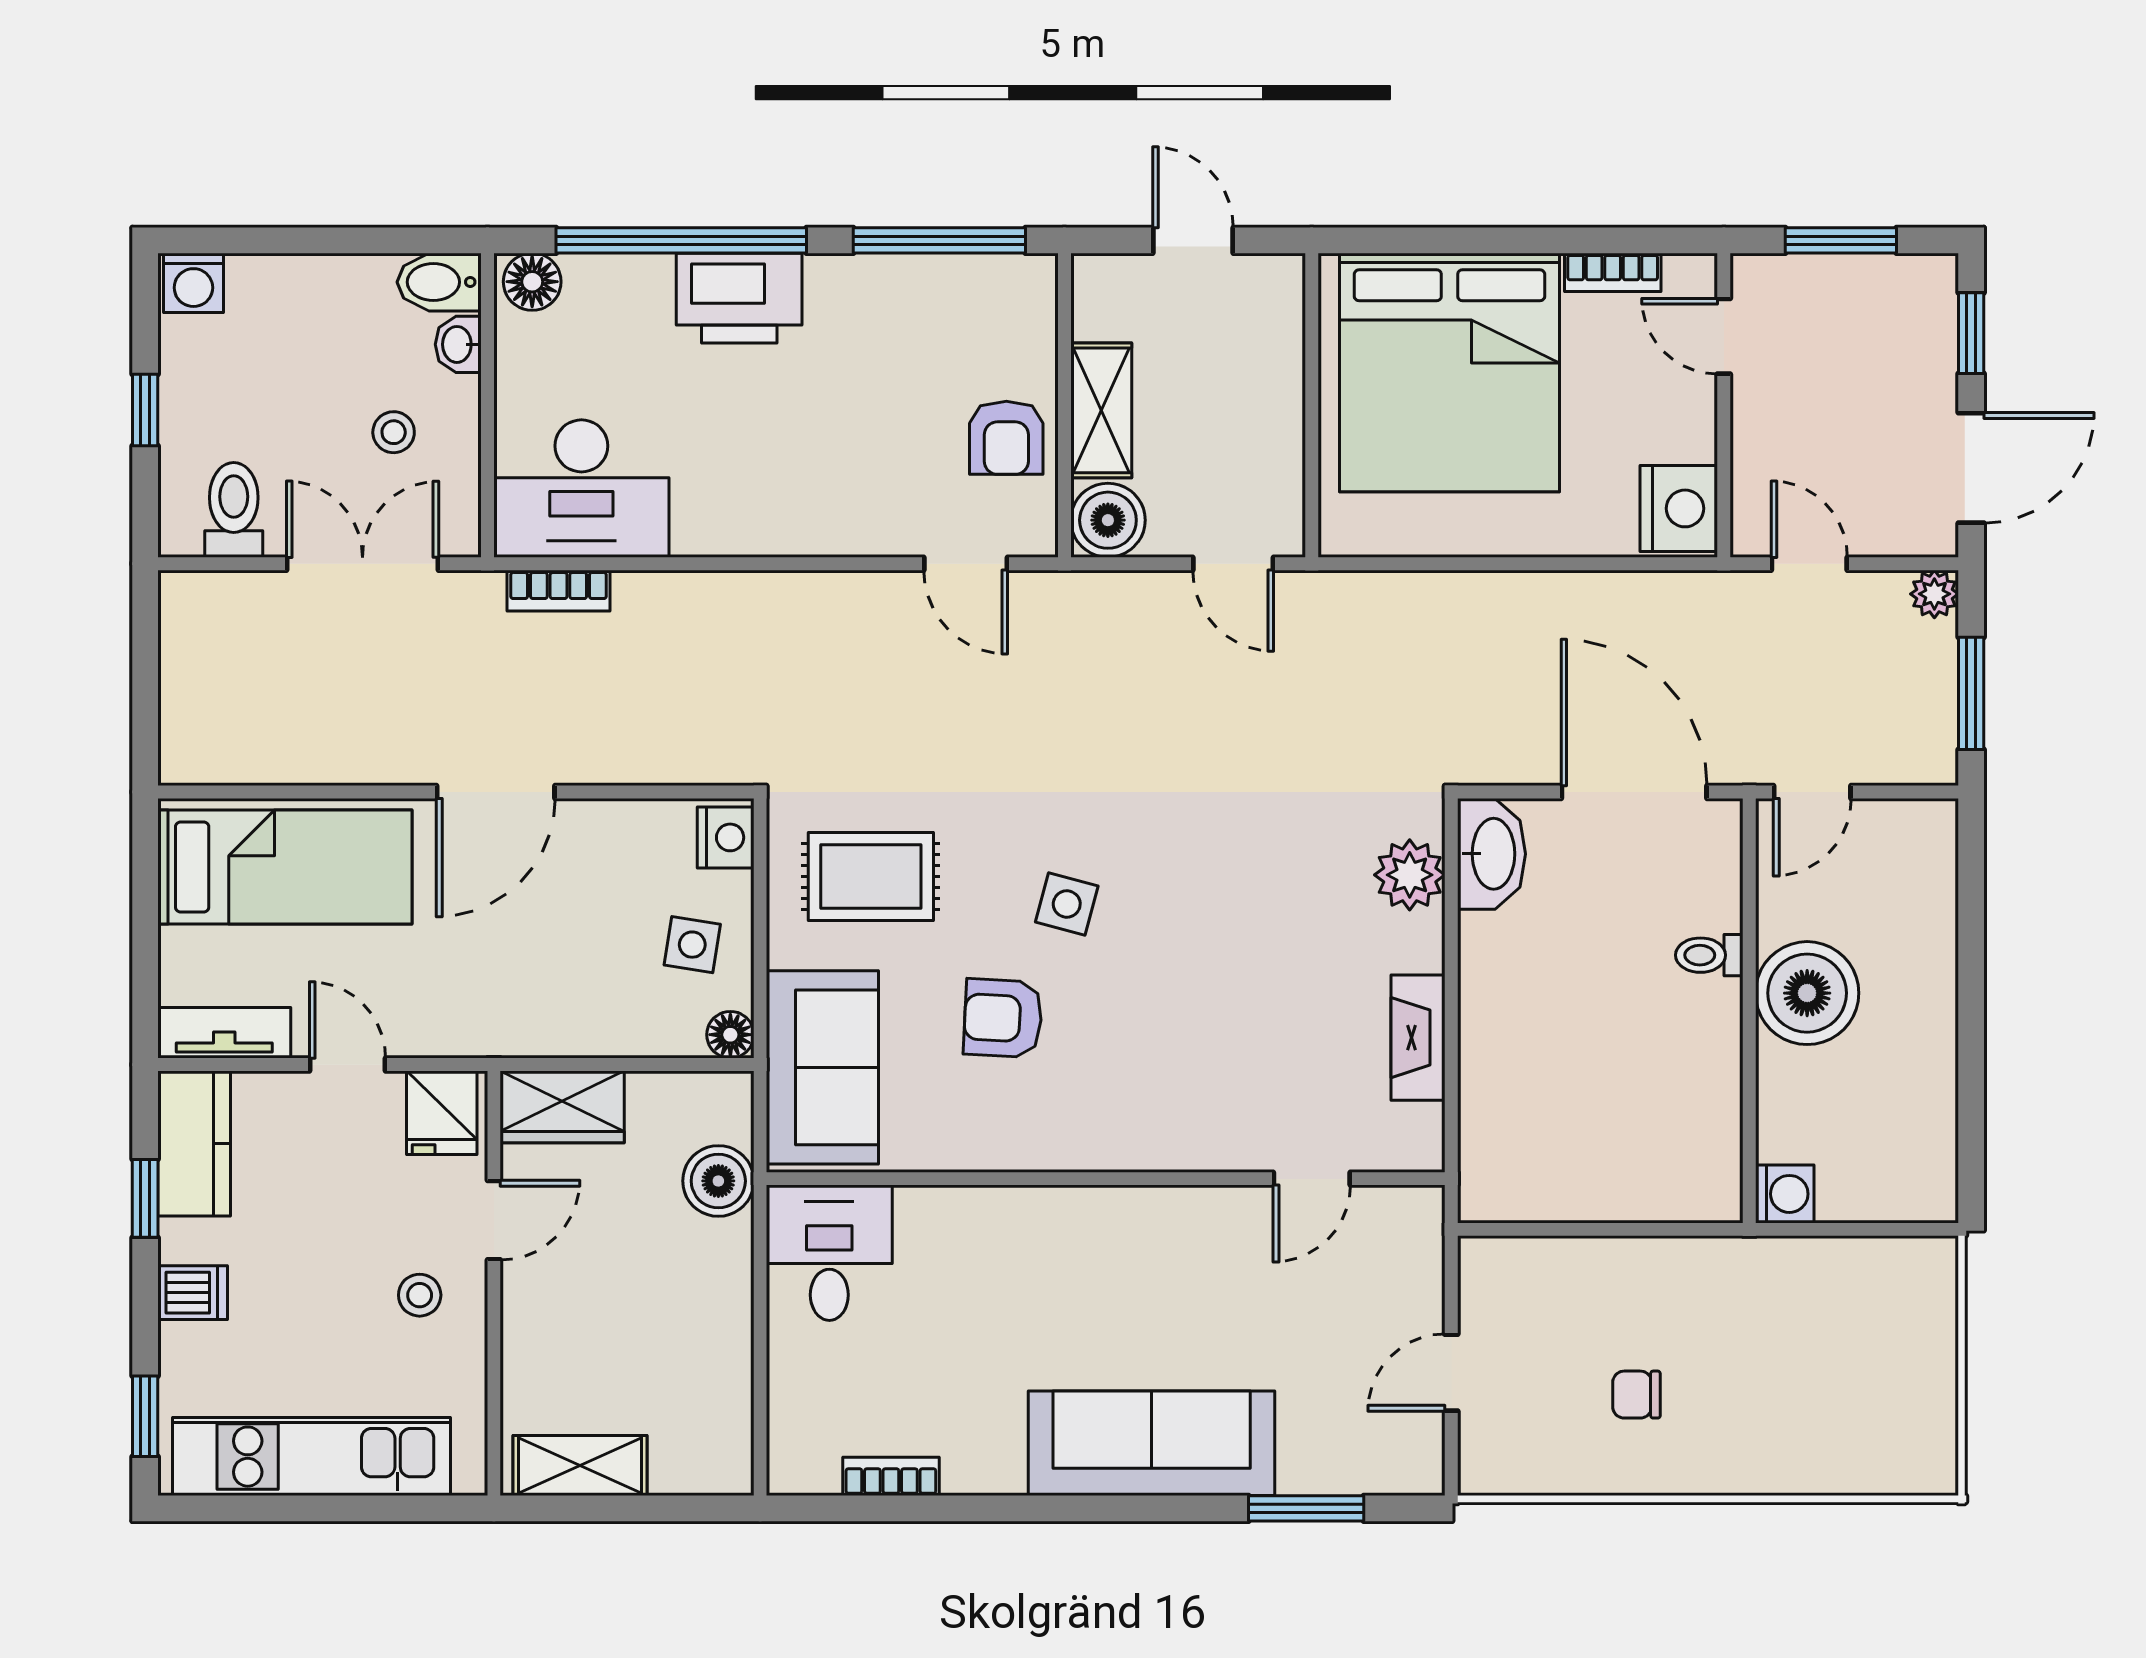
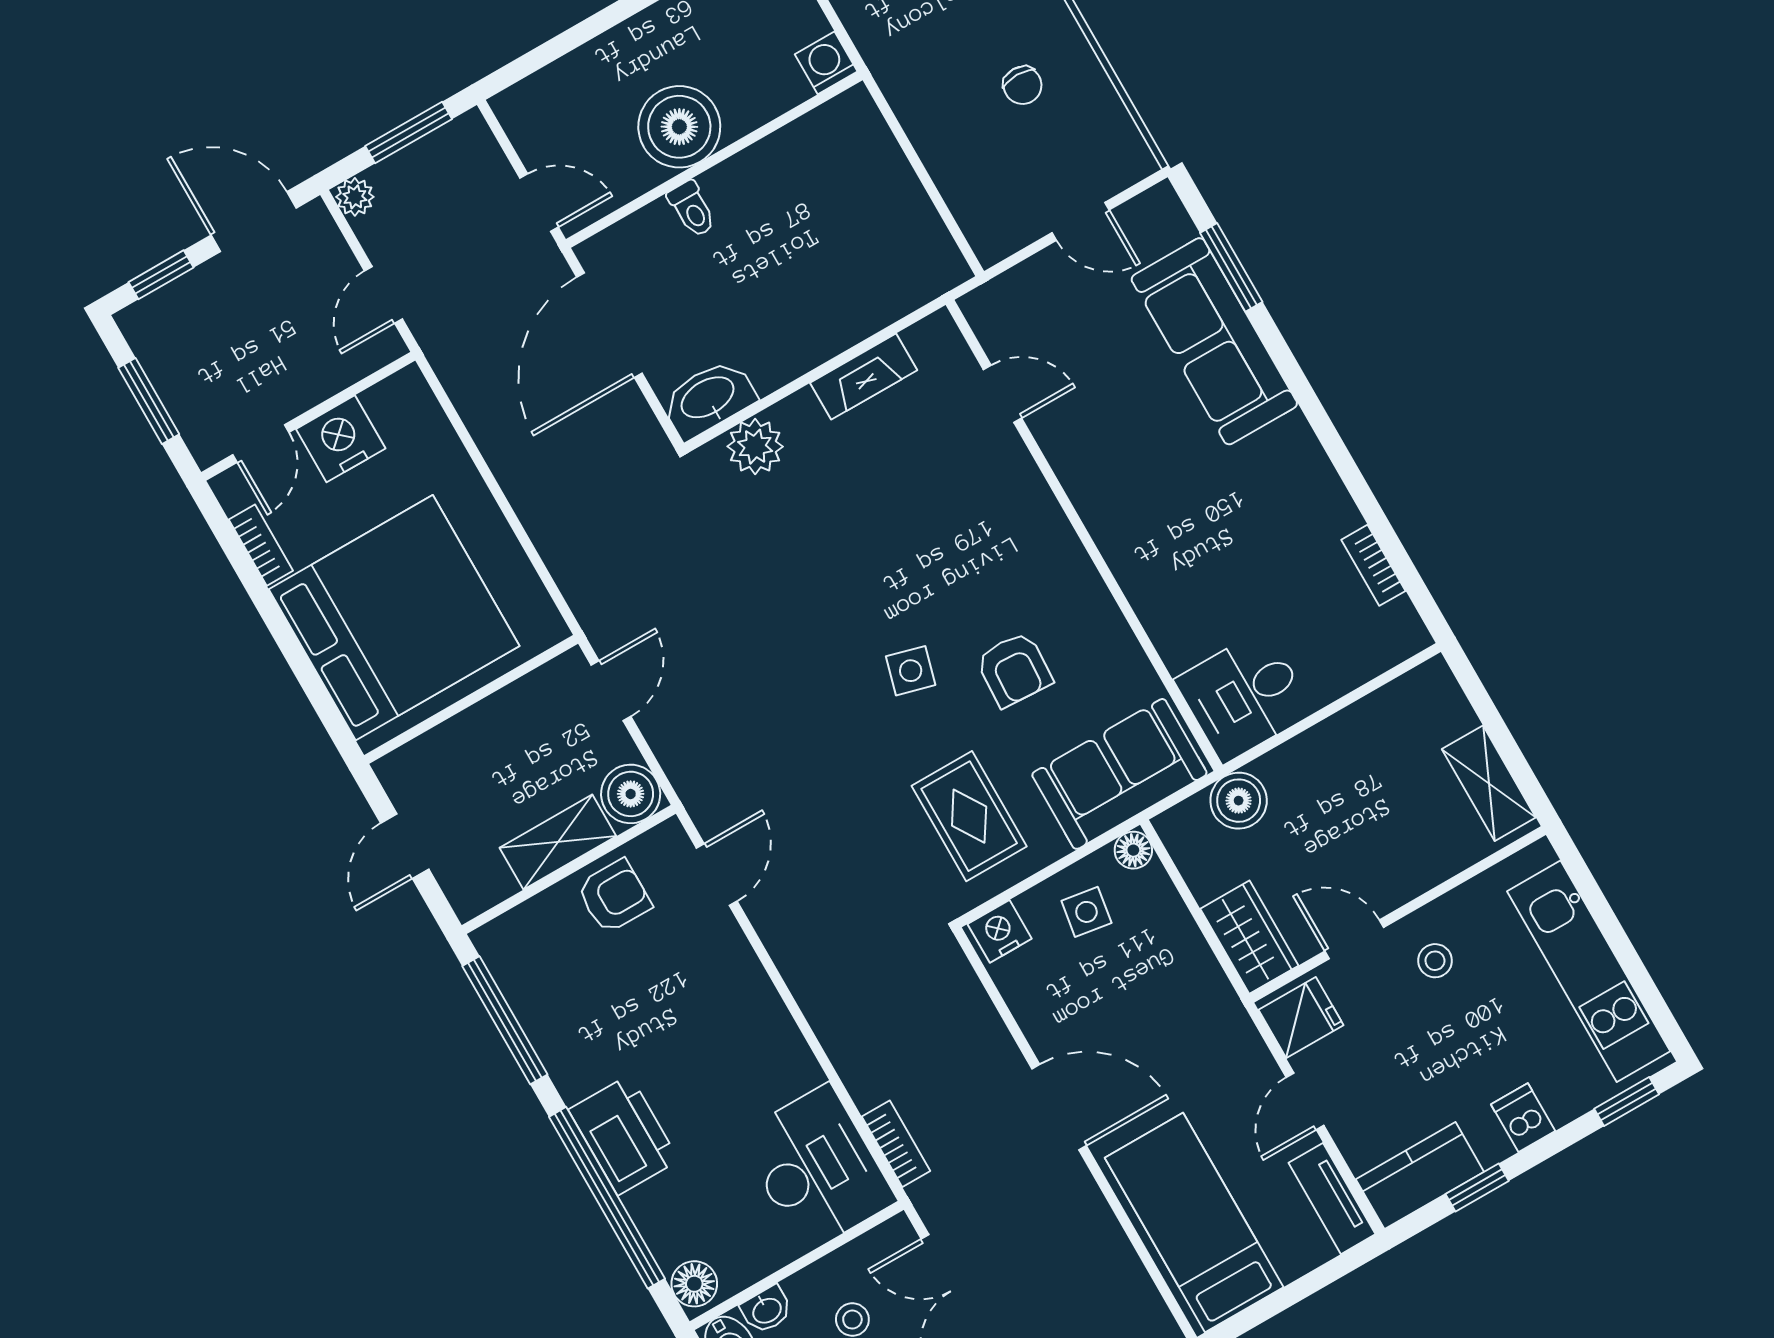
nightstand: (1679, 508) -> (341, 439), moved
sofa: (1152, 1443) -> (1214, 341), moved

